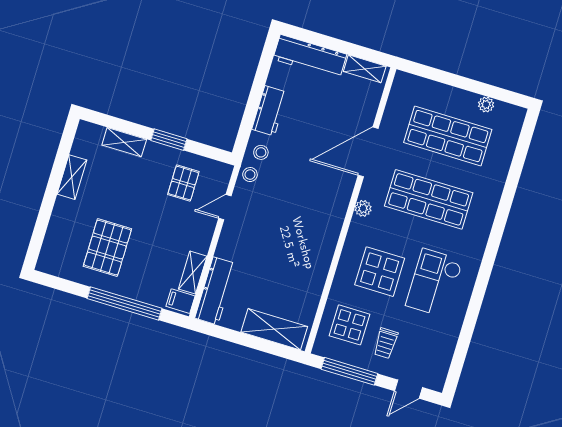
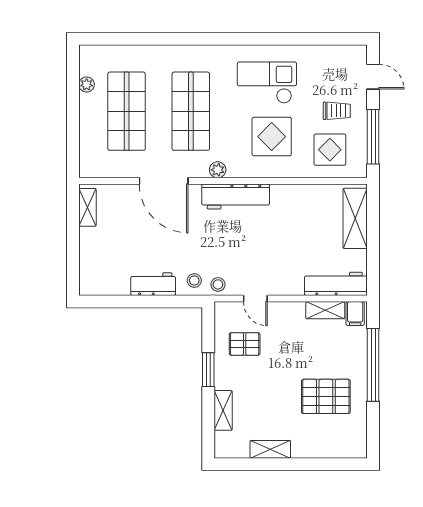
workbench: (310, 57) -> (236, 196), moved, turned 90
checkout: (434, 283) -> (267, 83), turned 180

